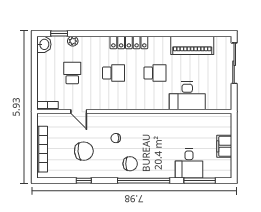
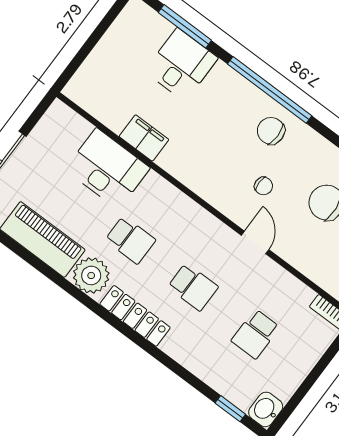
plant: (73, 41) -> (91, 275), moved, width x1.87, depth x1.87
school desk: (114, 73) -> (193, 287), turned 180
school desk: (155, 73) -> (130, 240), turned 180
door: (79, 112) -> (255, 242), moved
filing cabinet: (224, 146) -> (144, 138), moved, turned -90

